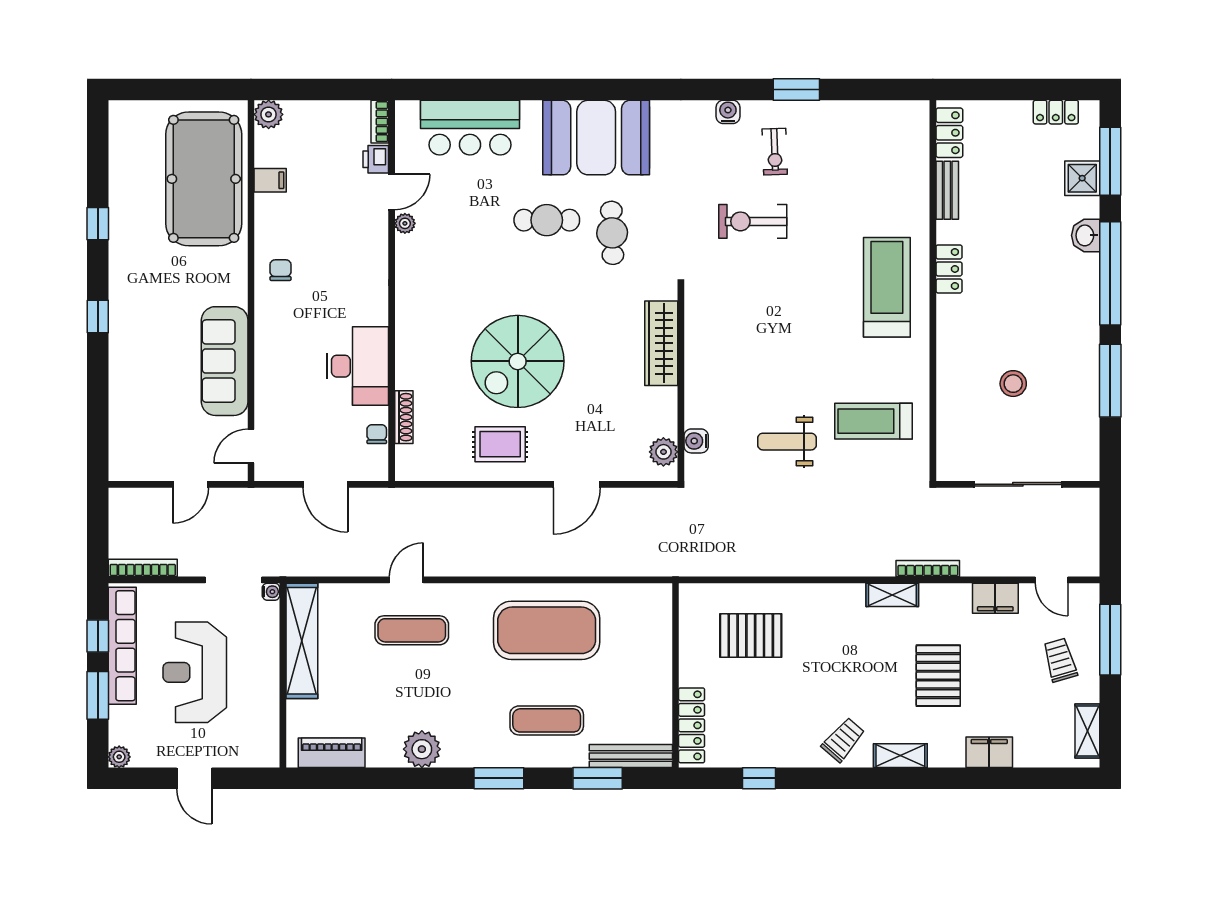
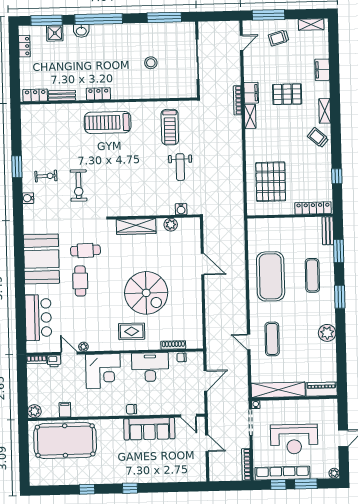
corner desk: (351, 265) -> (103, 371), added
chair: (281, 270) -> (131, 409), moved
window: (1110, 381) -> (164, 17), moved
rug: (500, 444) -> (132, 331), moved, turned 90
plant: (663, 452) -> (171, 225), moved
filing cabinet: (995, 598) -> (251, 93), moved
pallet: (751, 636) -> (271, 182), width x1.37, depth x1.41
piano: (332, 753) -> (321, 389), moved, turned 90
bench: (631, 756) -> (328, 231), width x0.73

